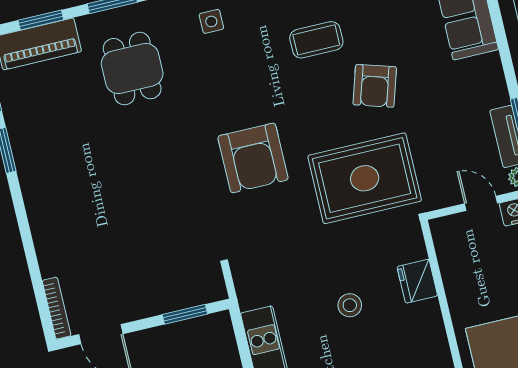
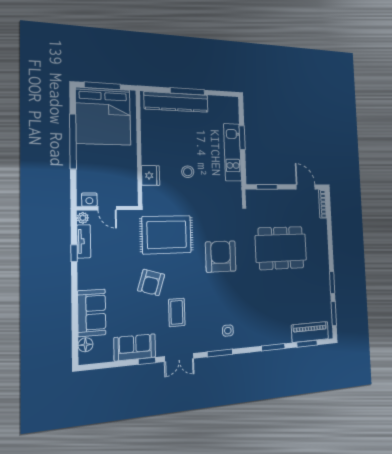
coffee table: (316, 40) -> (177, 312), turned 90
dining table: (132, 69) -> (281, 248), moved, width x1.87, depth x1.24
armchair: (375, 86) -> (151, 282), turned 180

